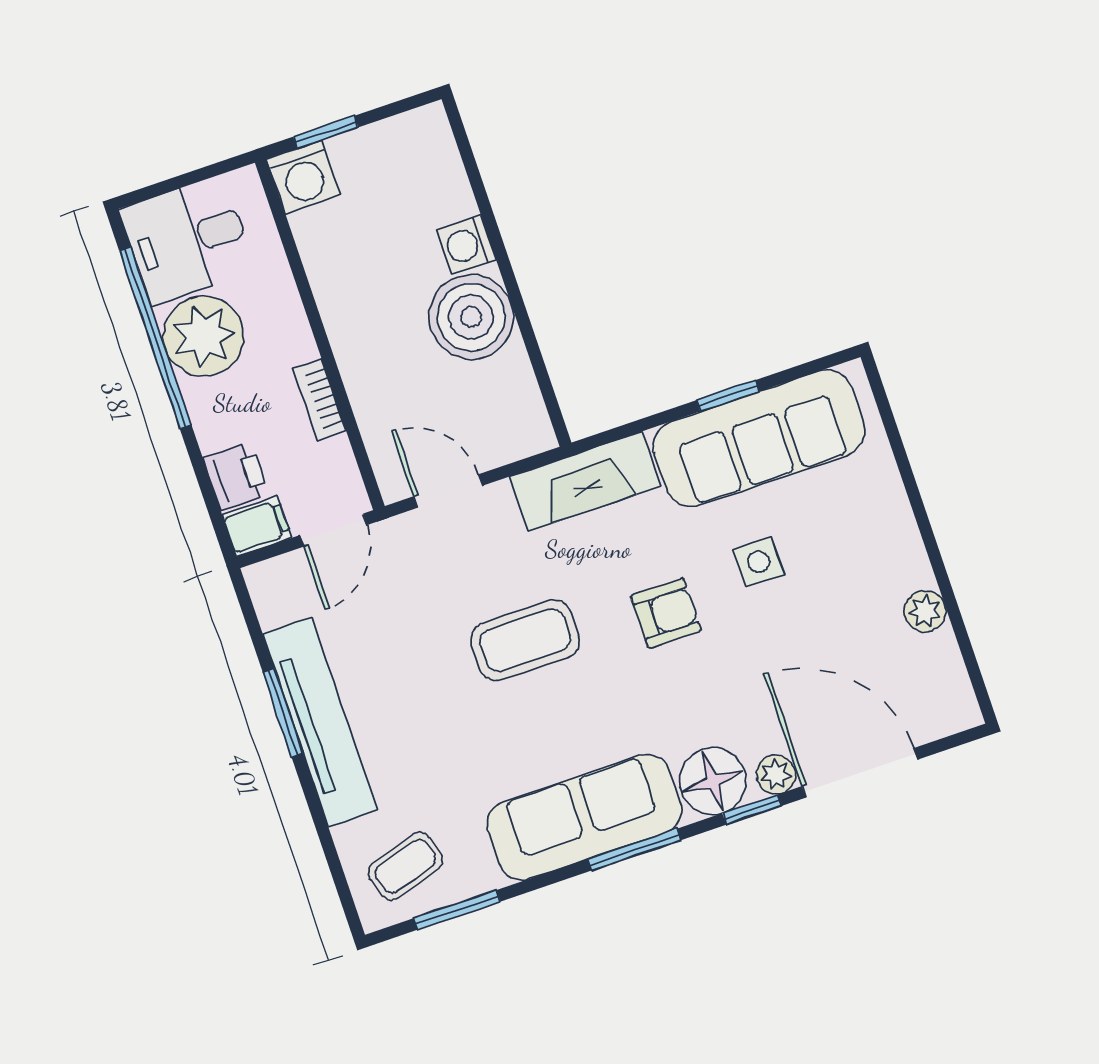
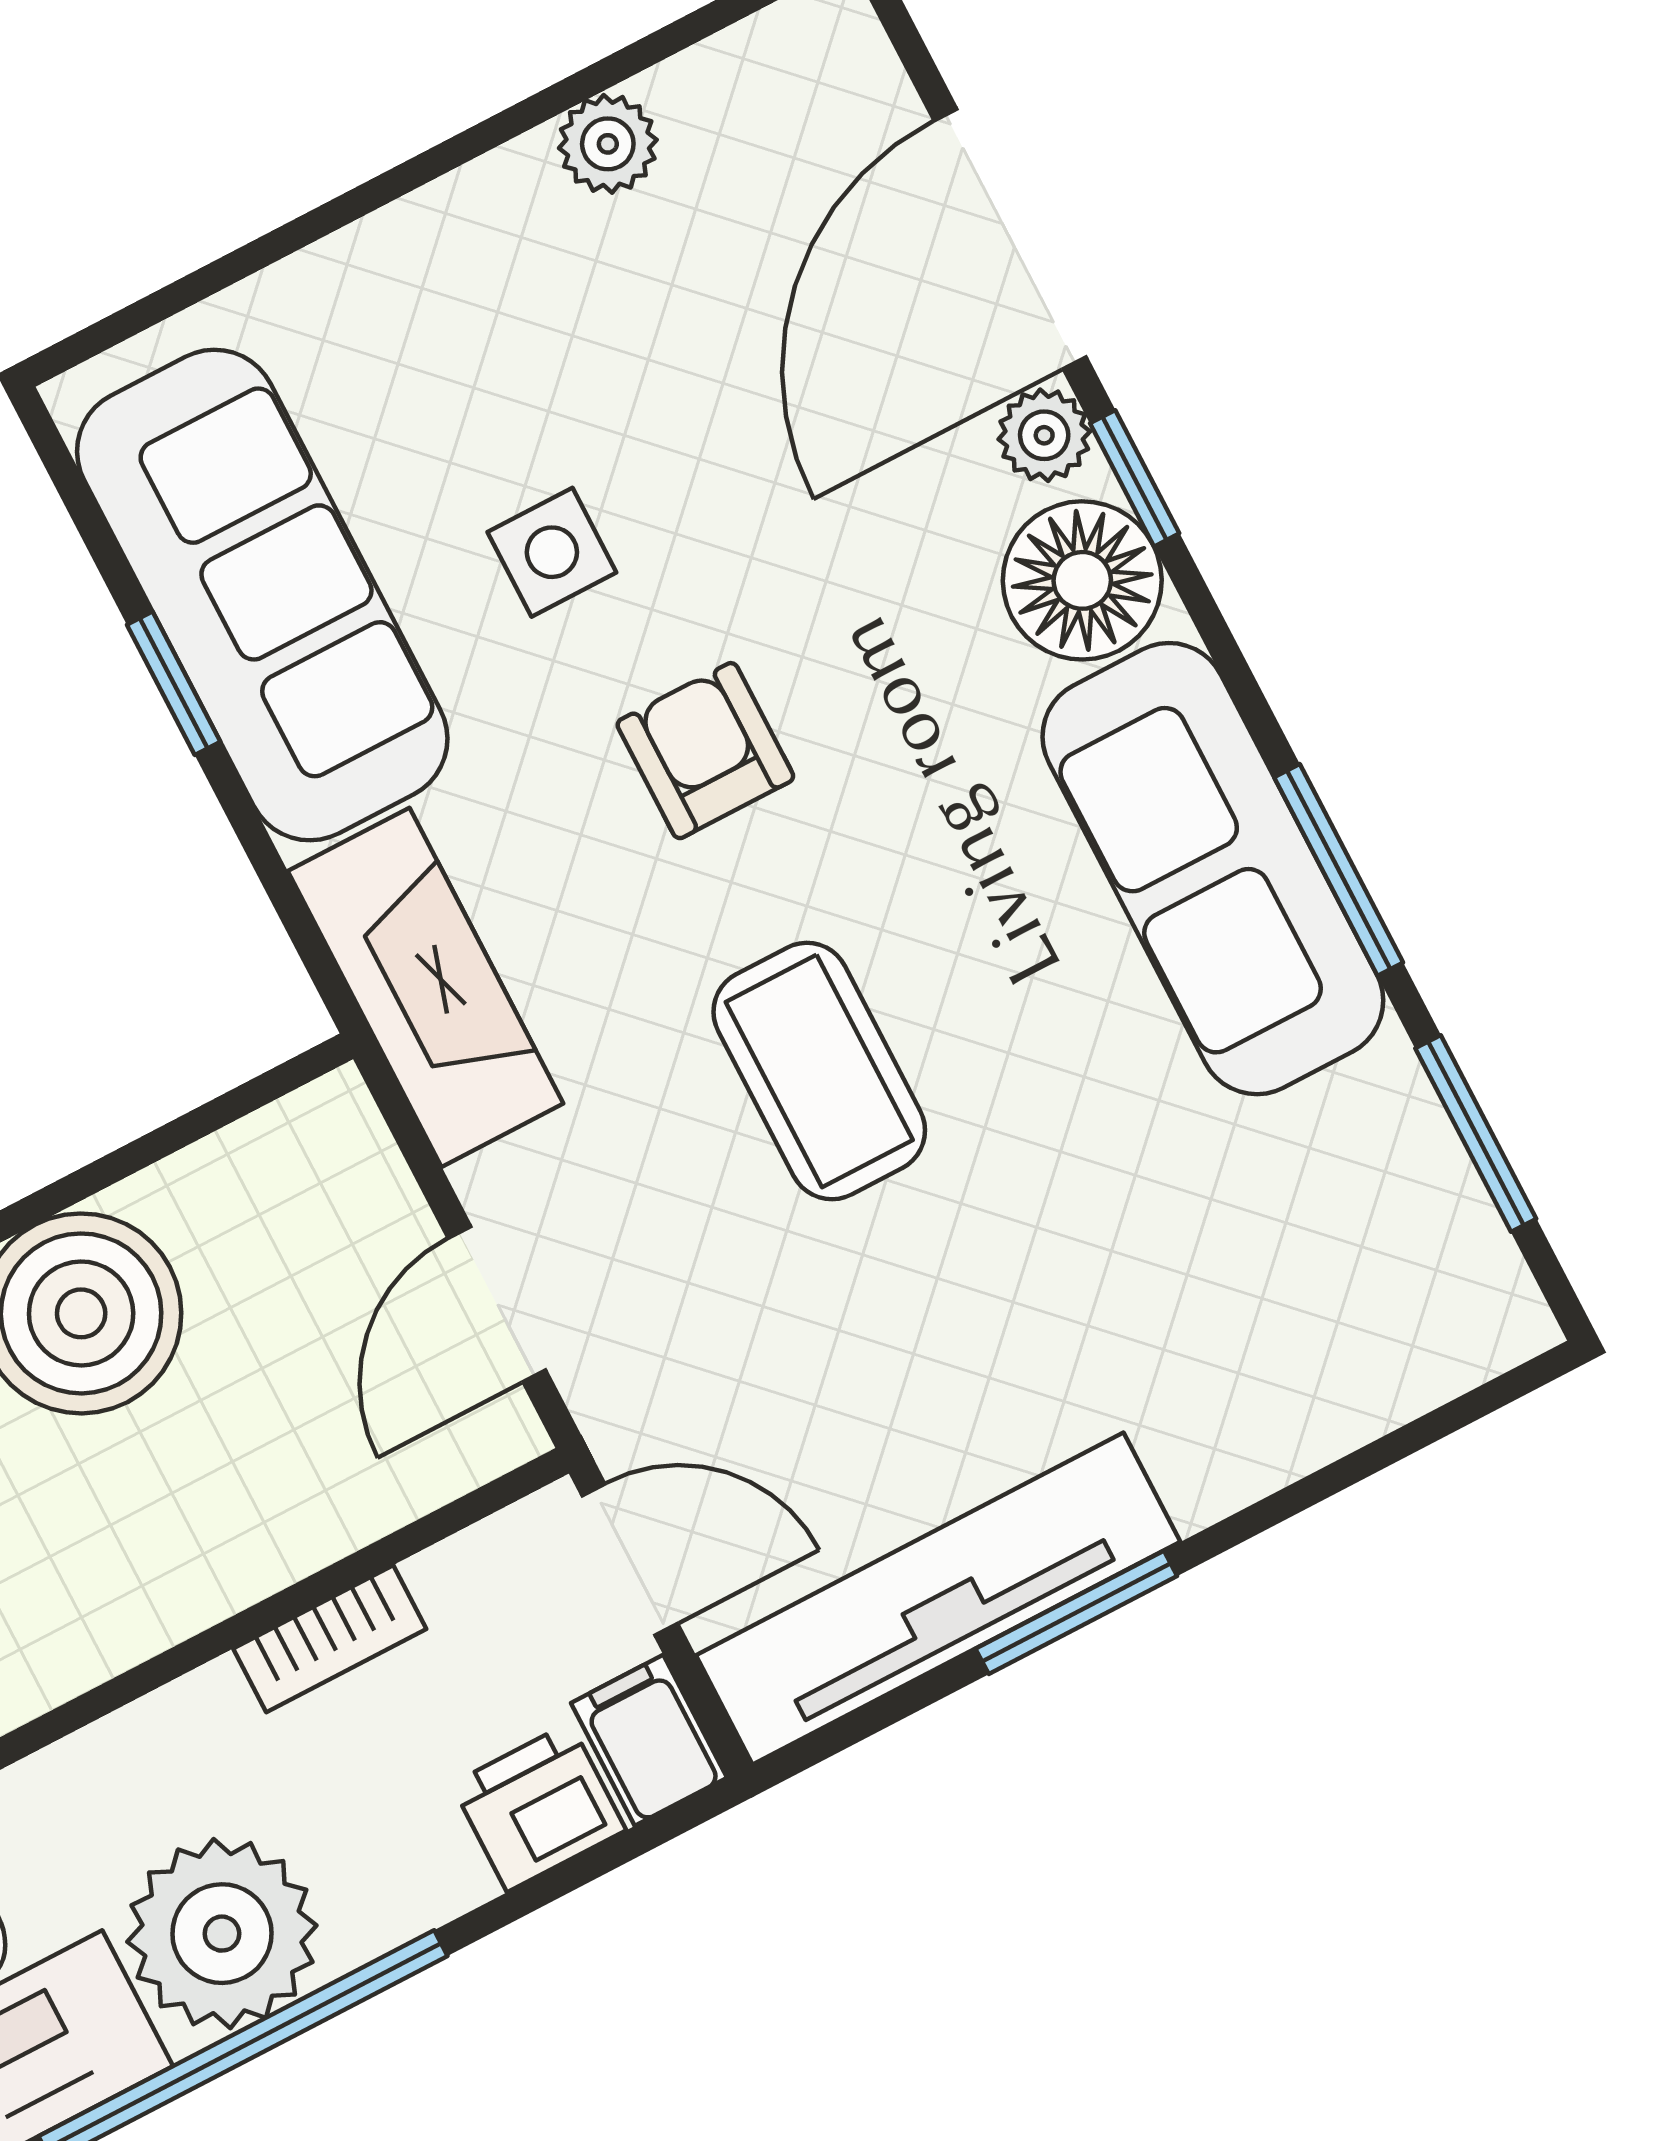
tv unit: (320, 722) -> (938, 1598), moved
window: (635, 849) -> (1339, 870), moved
coffee table: (406, 866) -> (1392, 1270), removed

